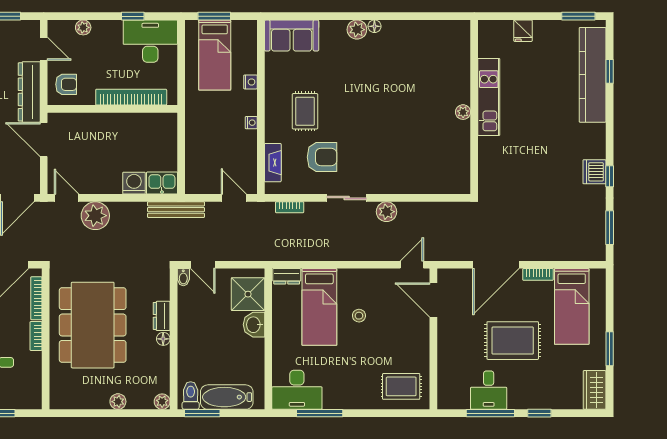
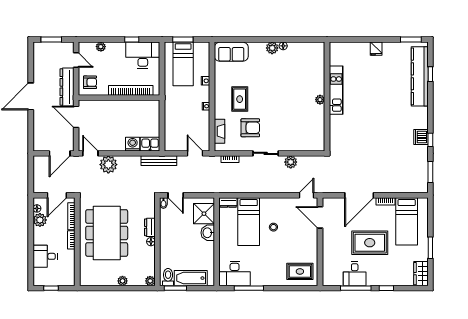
kitchen unit: (489, 97) -> (336, 90), moved
wall: (474, 107) -> (327, 96), moved
plant: (463, 112) -> (320, 100), moved

